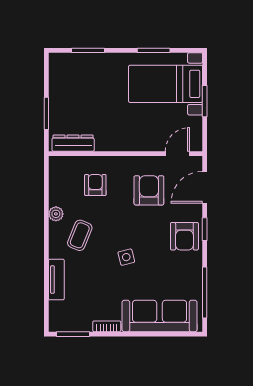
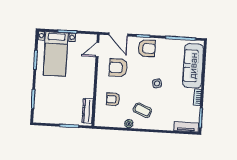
door: (177, 154) -> (97, 50), hinge flipped
tv unit: (56, 280) -> (186, 127), moved

